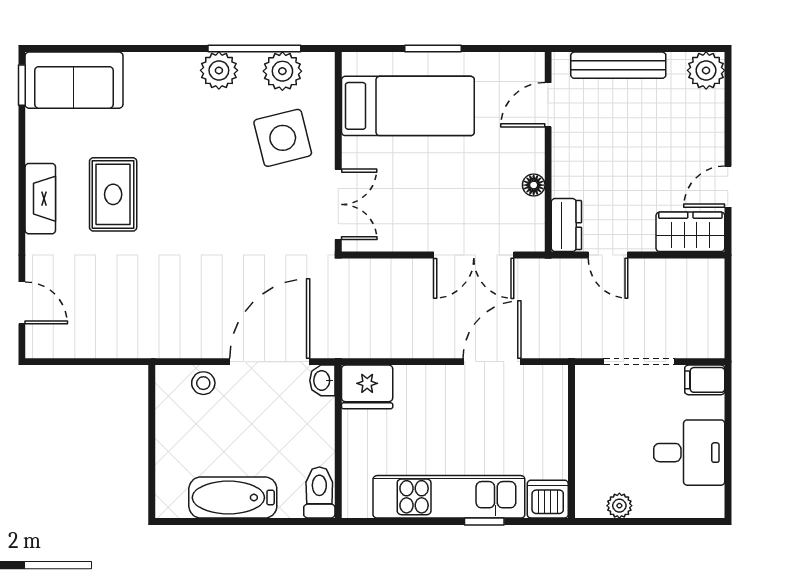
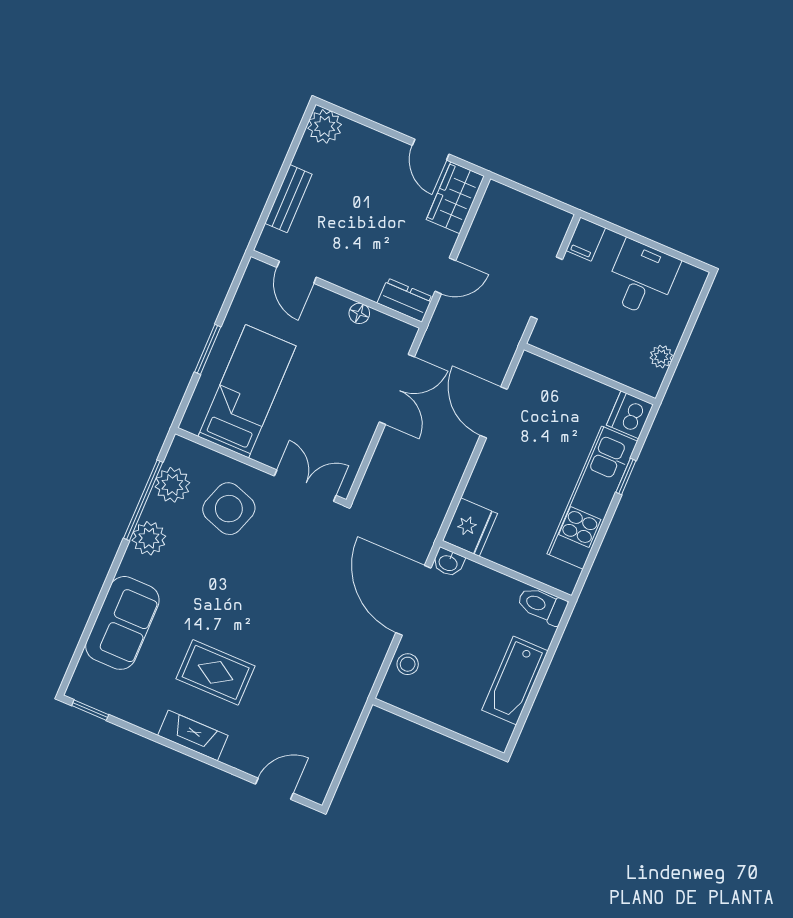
bench: (618, 65) -> (288, 199), width x0.73
sofa: (74, 80) -> (122, 623), moved
side table: (283, 138) -> (229, 509), turned 33

